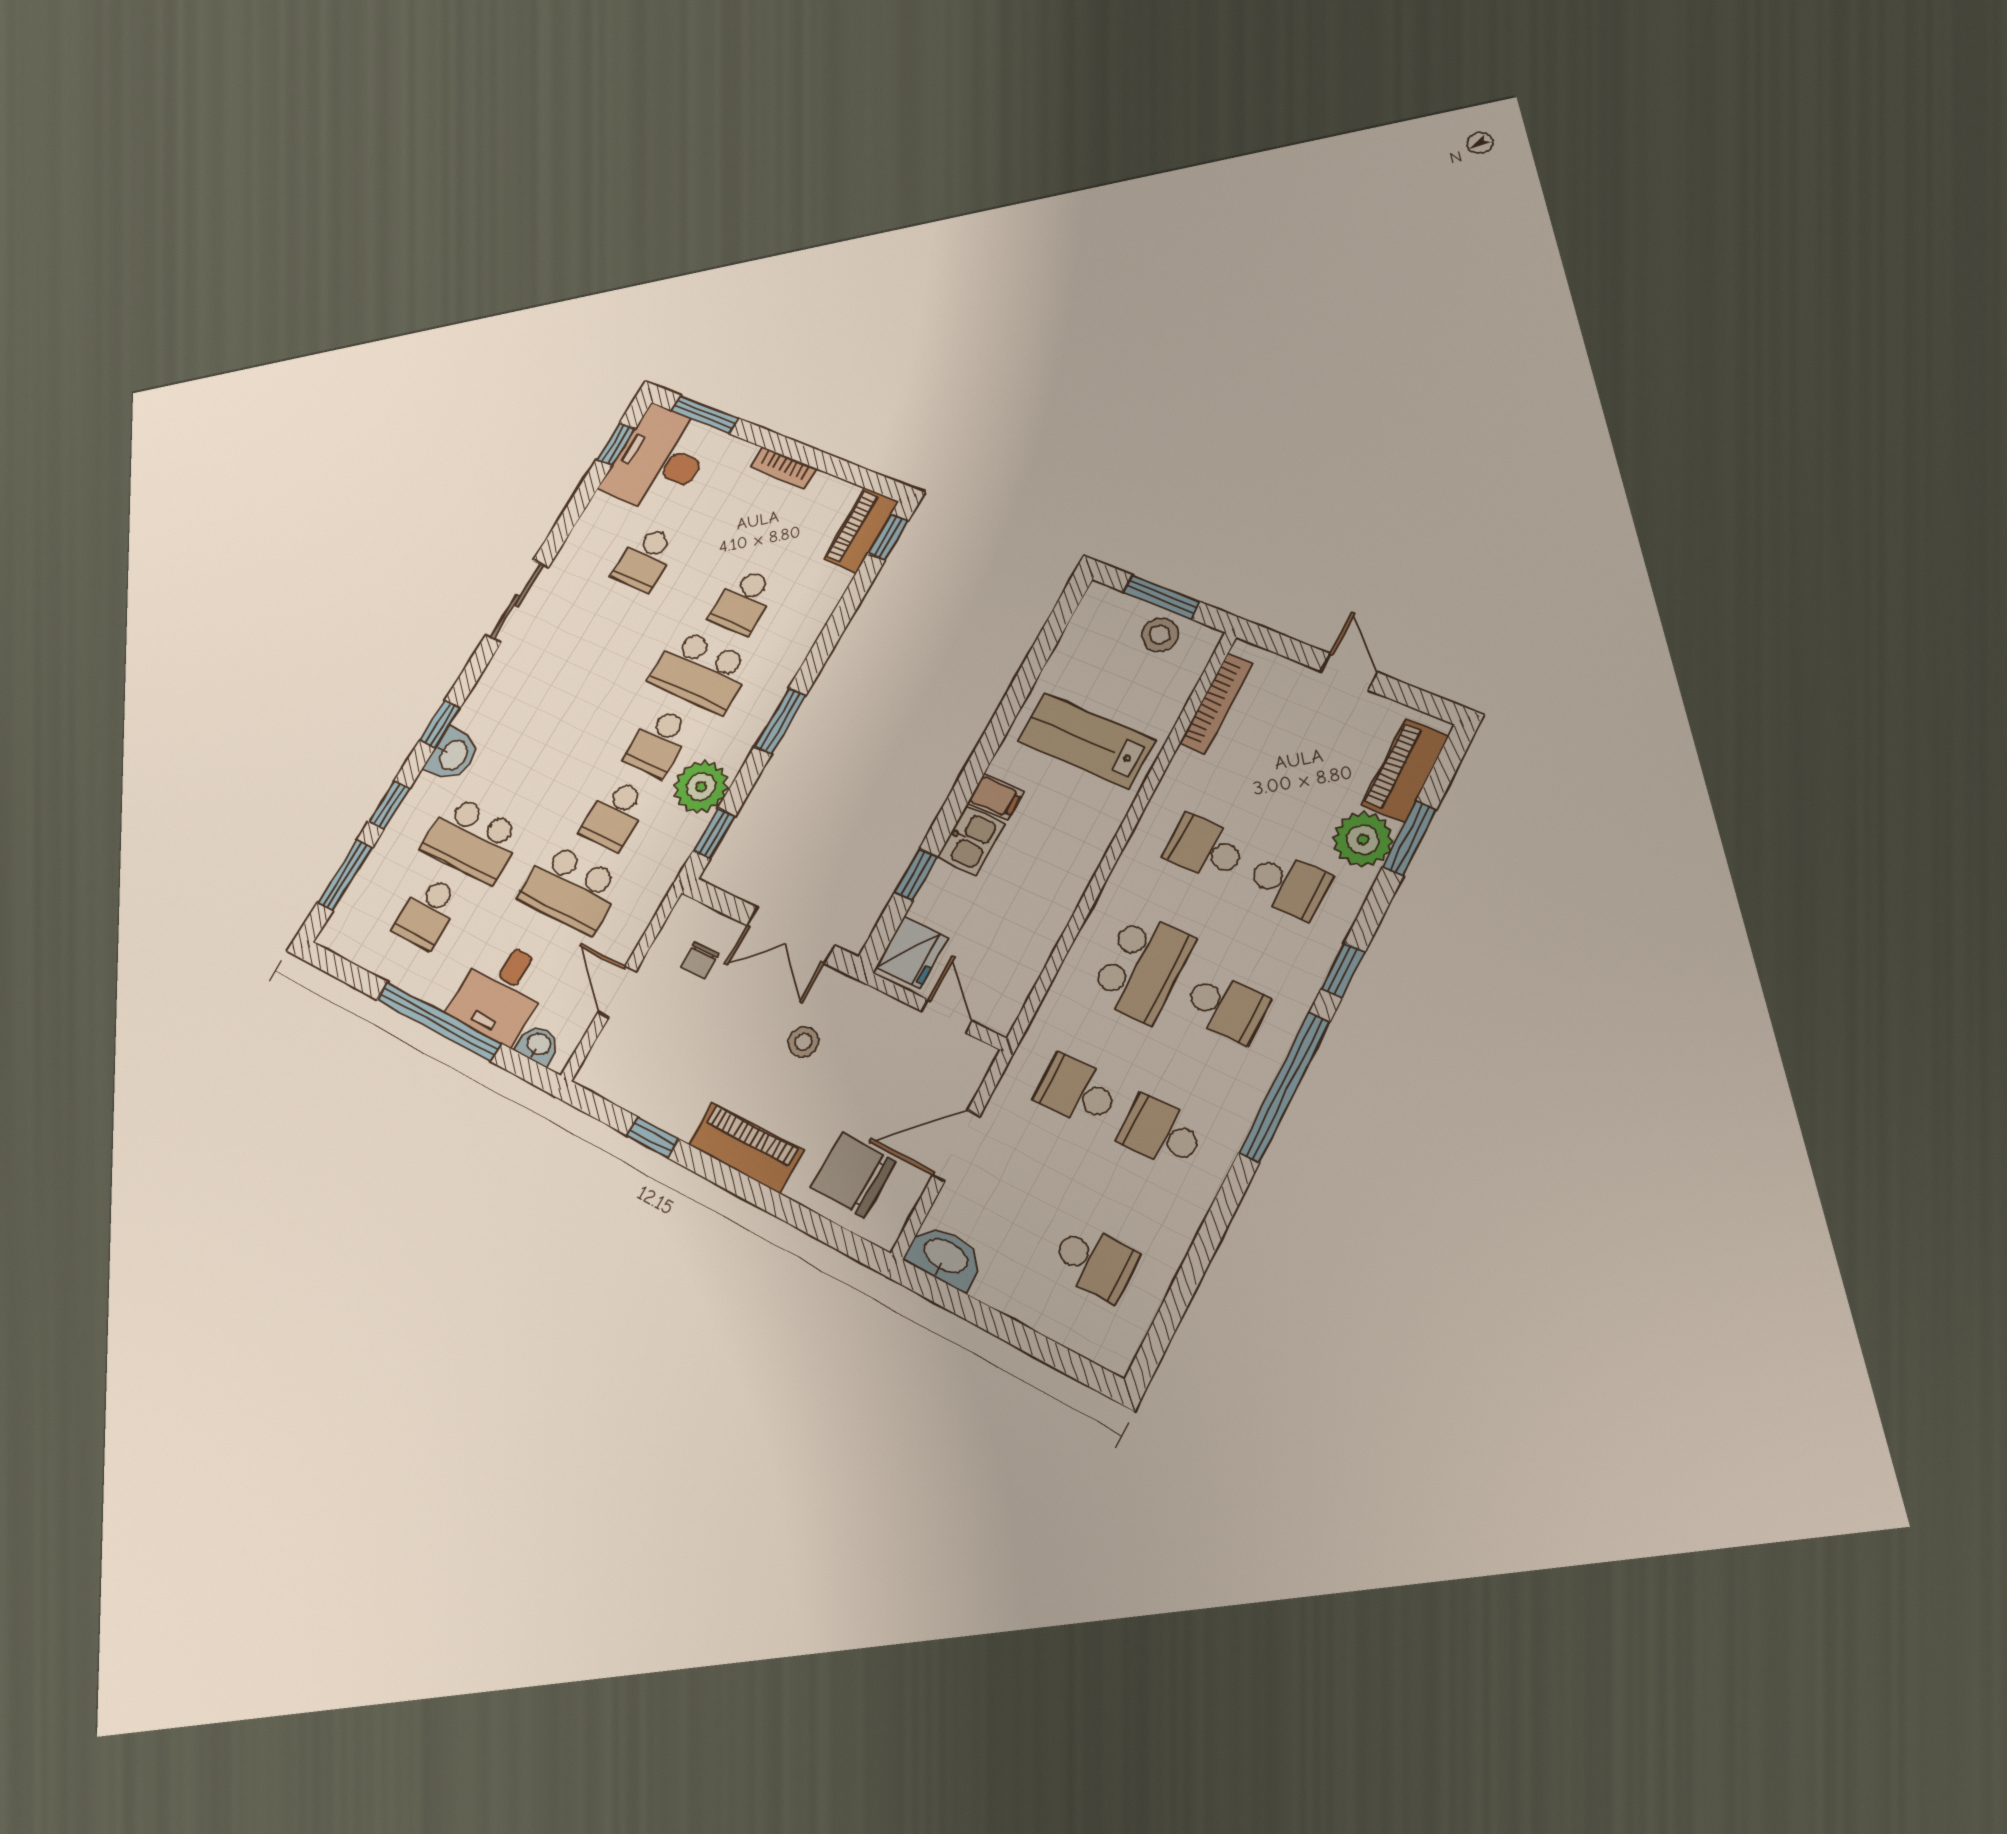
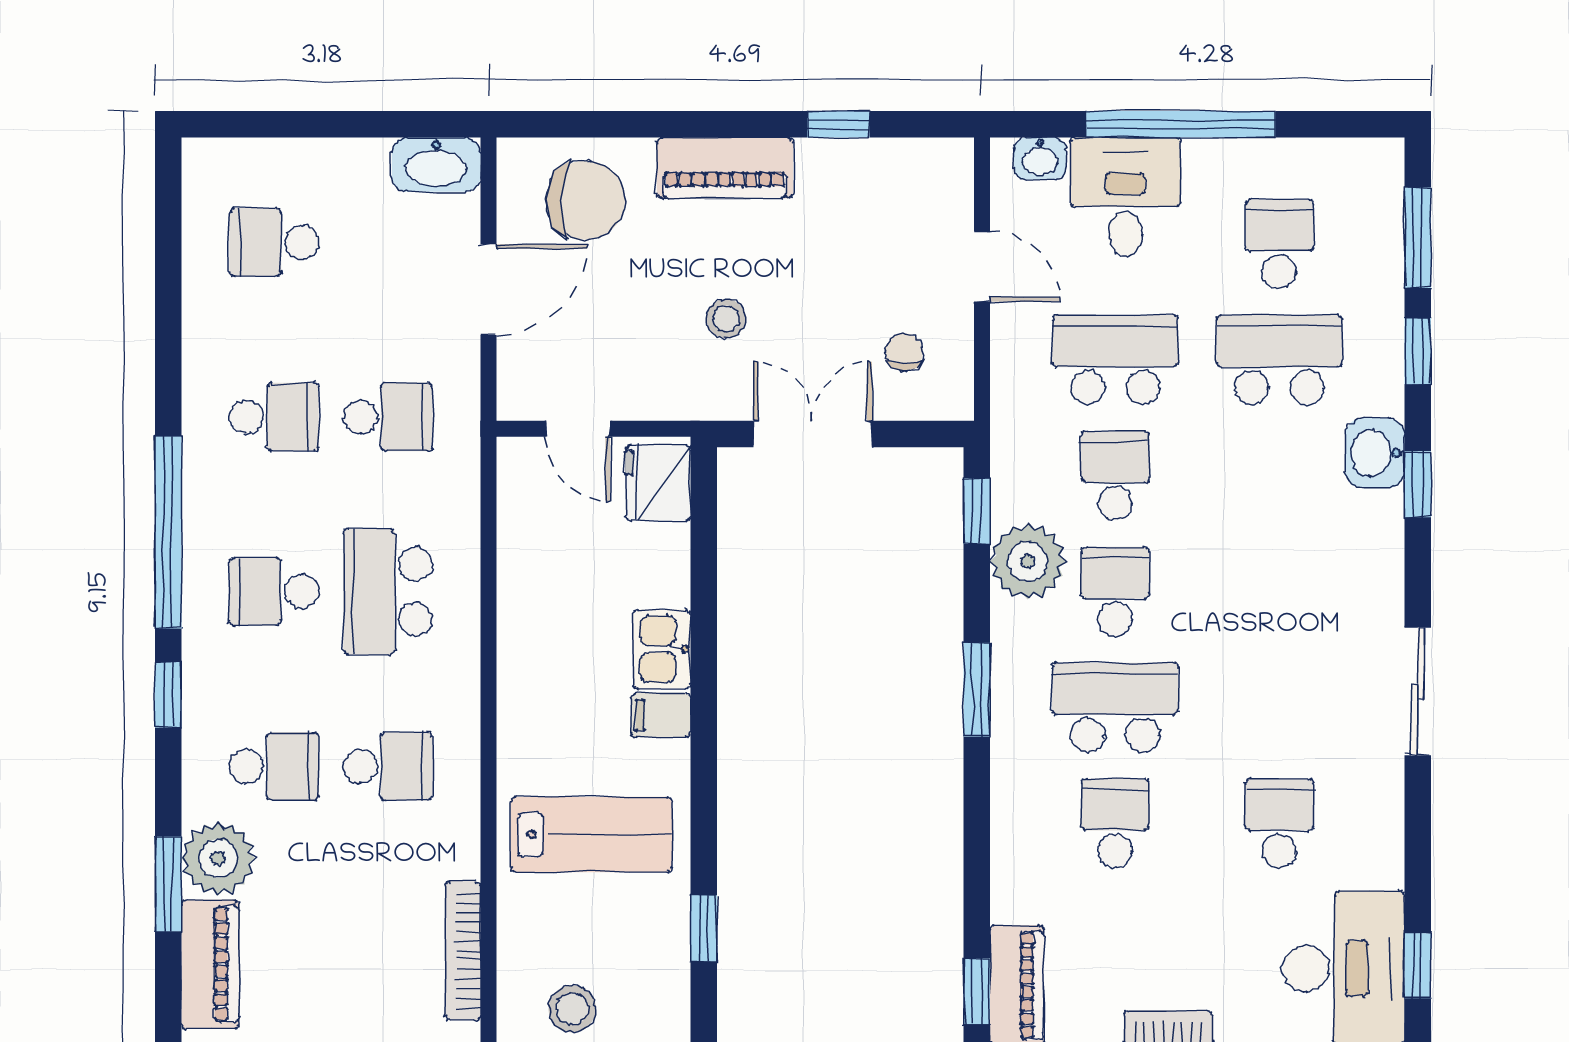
window: (916, 875) -> (704, 928), moved
school desk: (1289, 885) -> (274, 766), turned 180

